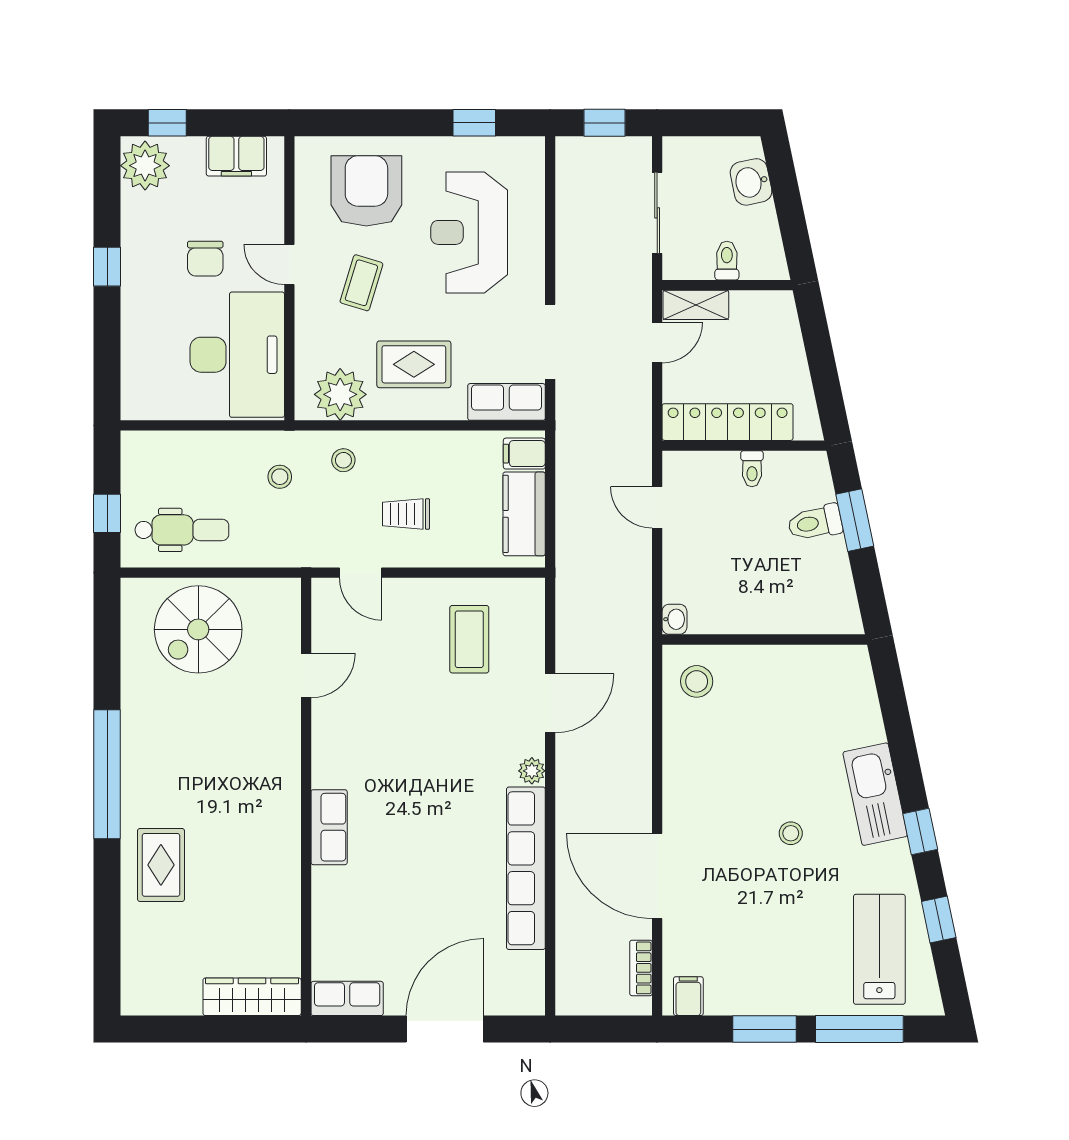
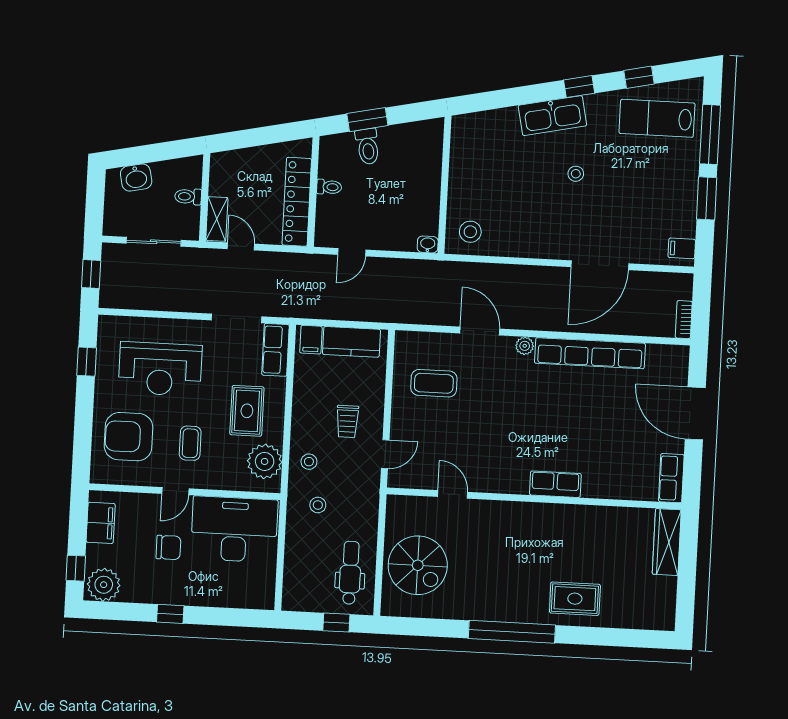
coffee table: (361, 283) -> (190, 443), turned 73
bookcase: (641, 968) -> (684, 320), moved, turned 90

